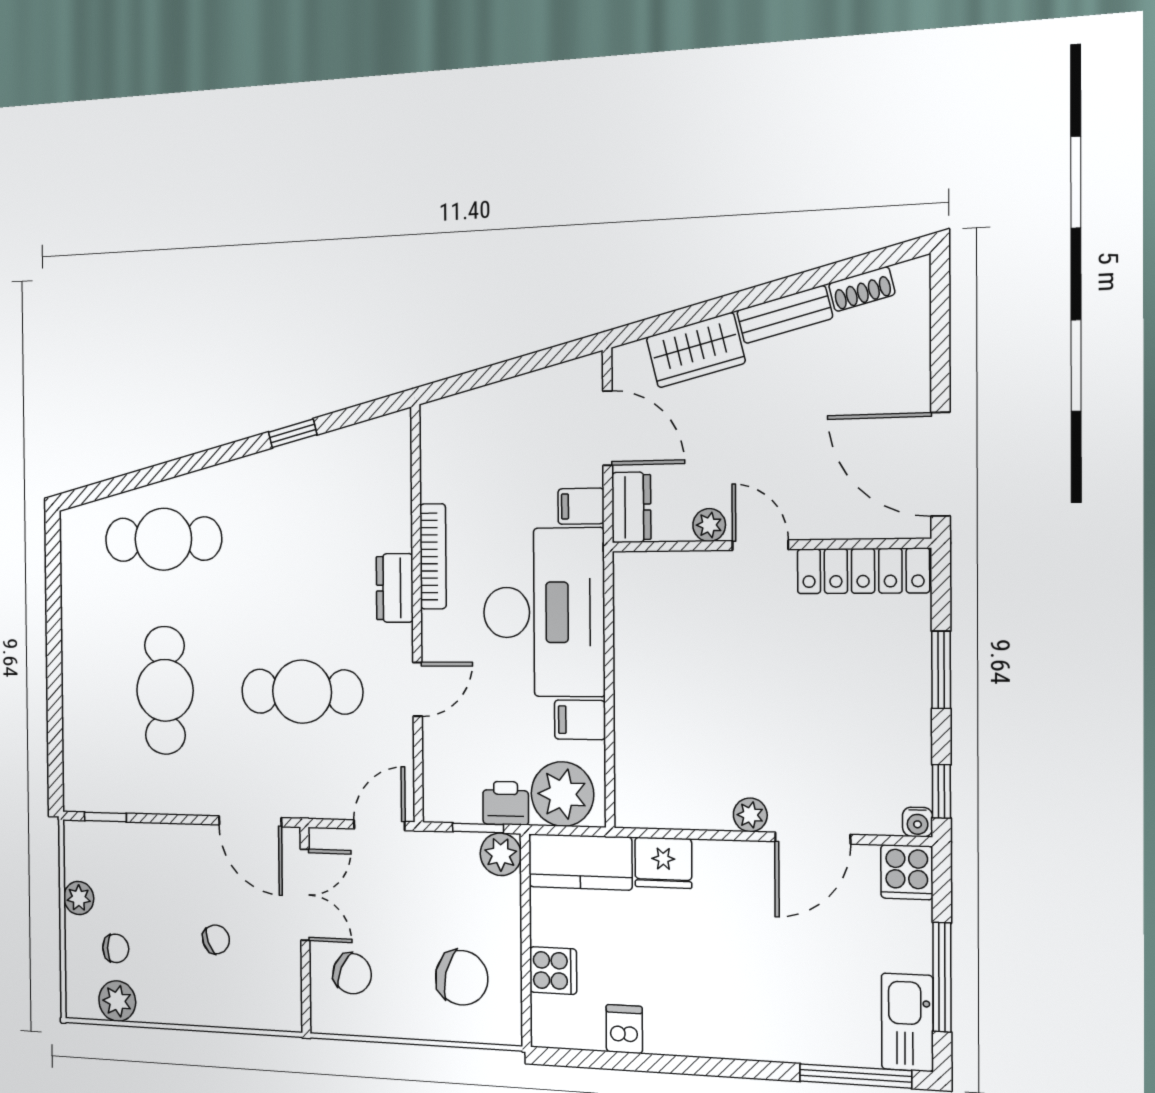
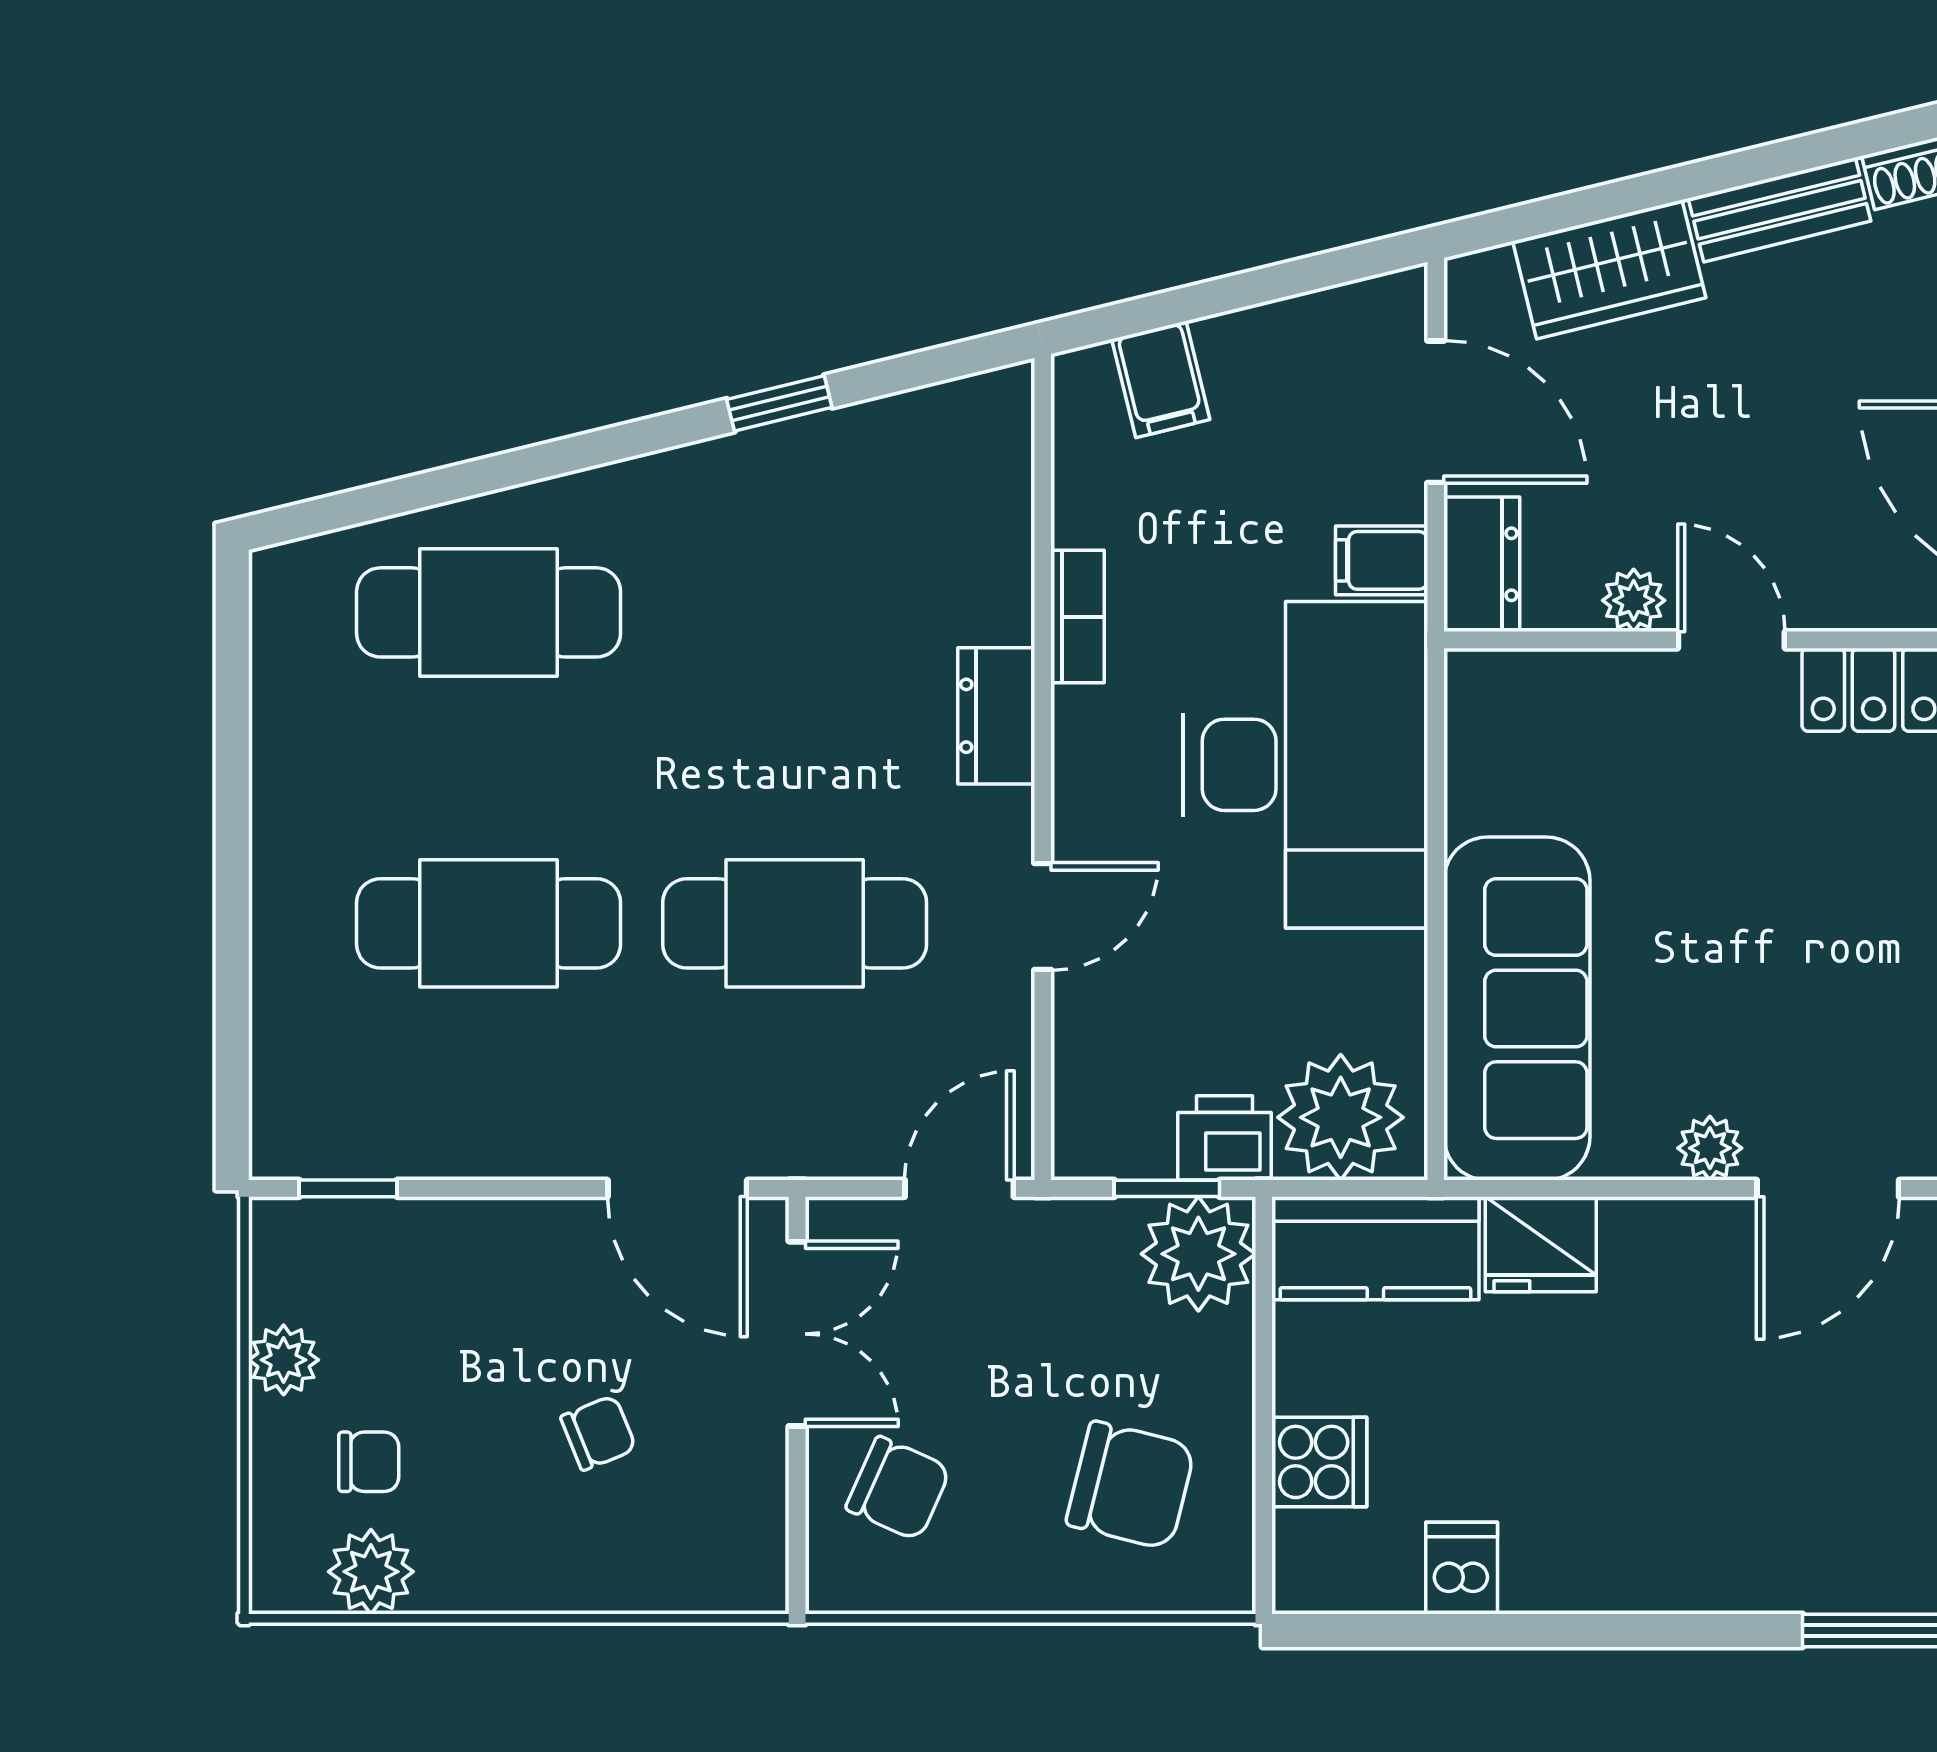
bookcase: (433, 556) -> (1078, 617), width x0.64
cafe table: (165, 690) -> (489, 923), turned 90
filing cabinet: (580, 720) -> (1161, 379), moved, turned -104
sofa: (650, 739) -> (1517, 1009), added
plant: (501, 854) -> (1198, 1254), width x1.36, depth x1.36

